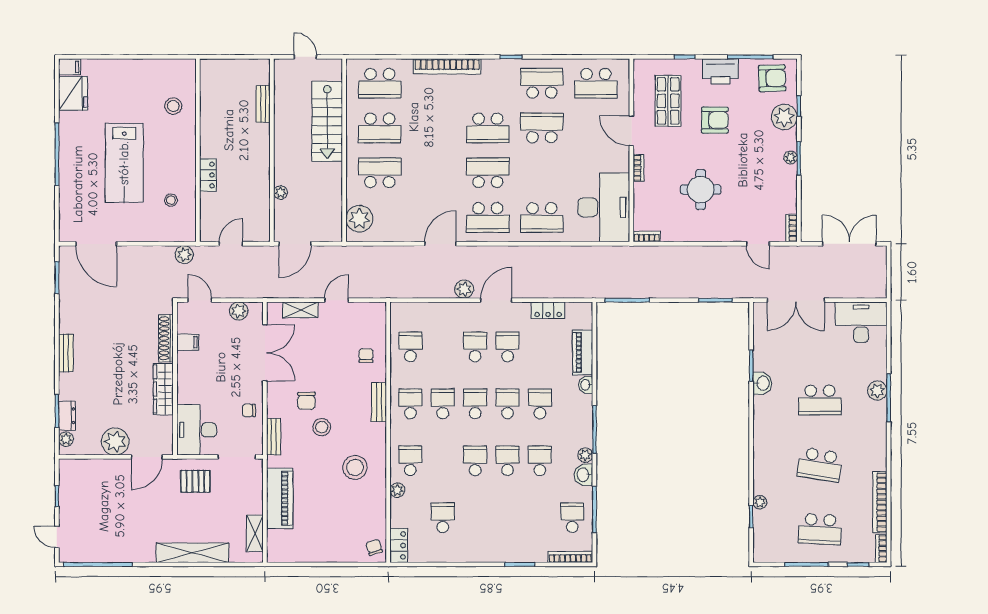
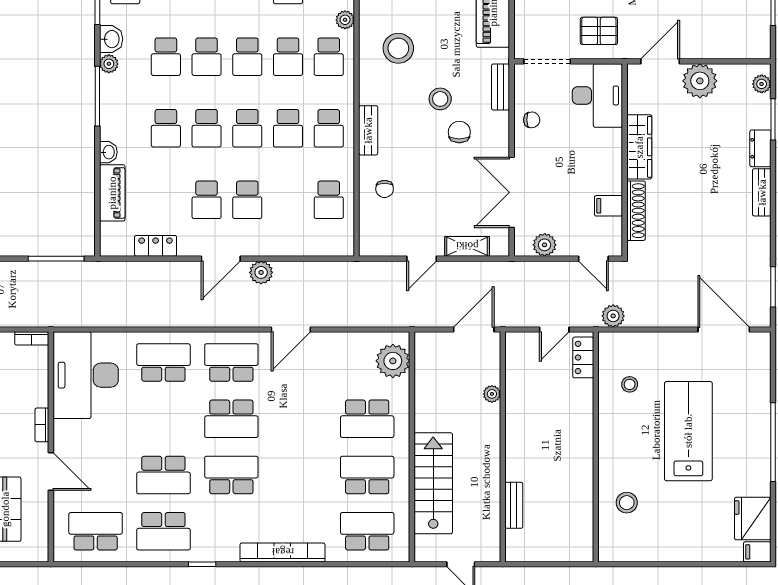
locker: (208, 175) -> (583, 357), moved
dresser: (67, 416) -> (760, 148), moved
school desk: (443, 461) -> (288, 57), added

